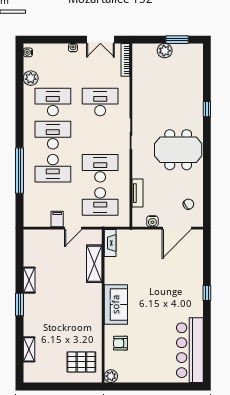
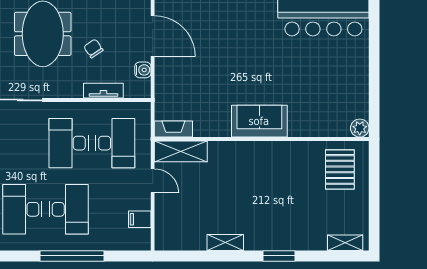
chair: (188, 204) -> (93, 48), moved
filing cabinet: (57, 219) -> (140, 219), moved
shelving: (94, 264) -> (181, 151), moved
window: (20, 304) -> (279, 256), moved
armchair: (120, 343) -> (314, 115), removed
shelving: (29, 349) -> (345, 243), moved

